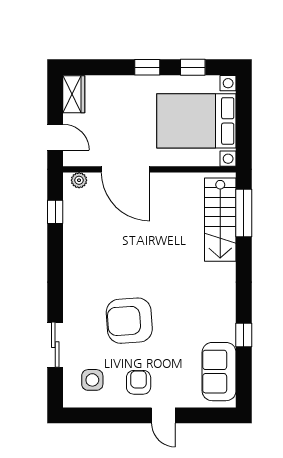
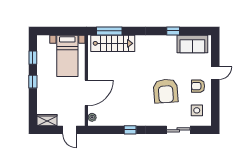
bed with nightstands: (196, 121) -> (67, 56), width x0.73
door: (55, 137) -> (69, 130), swing flipped
window: (55, 212) -> (130, 130), moved

